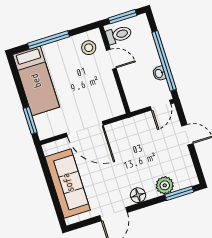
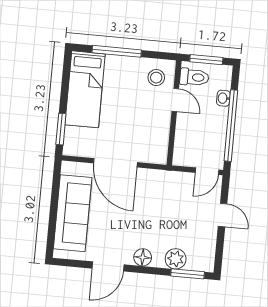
washbasin: (159, 73) -> (223, 98), moved

